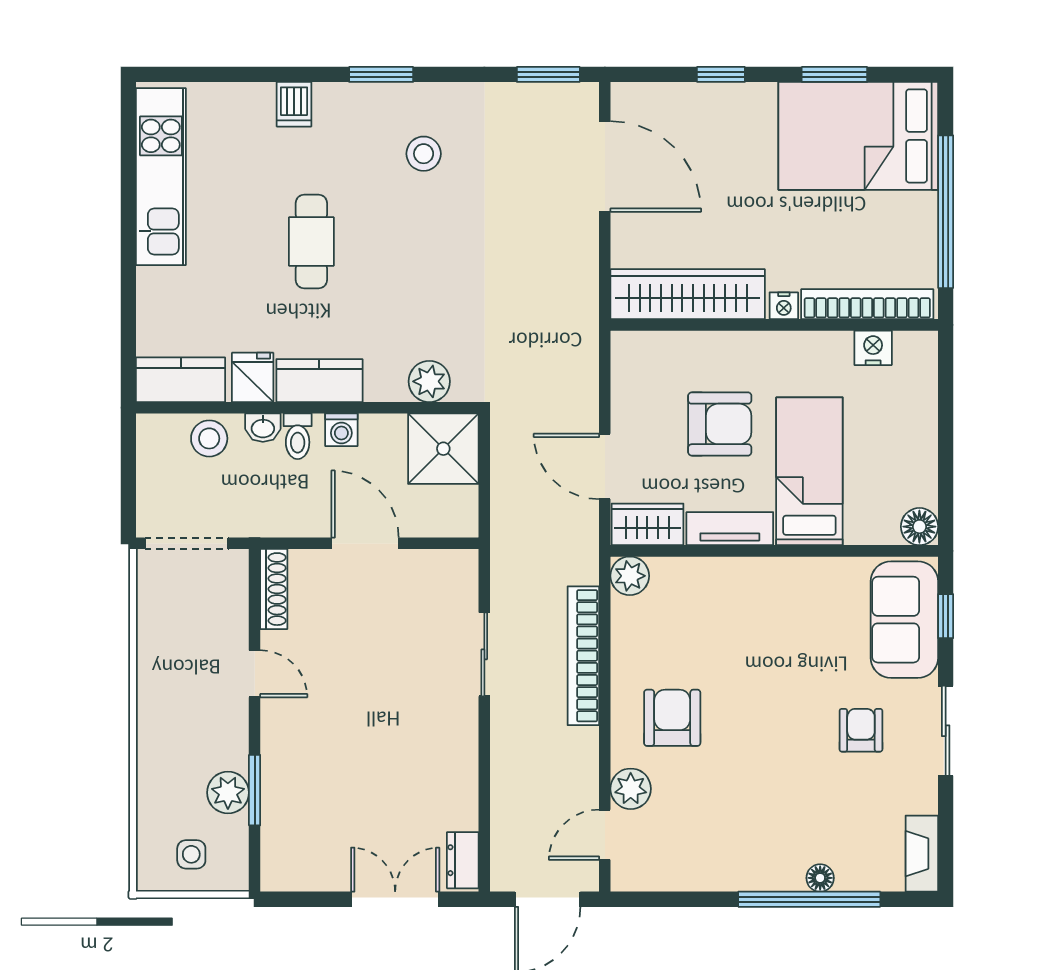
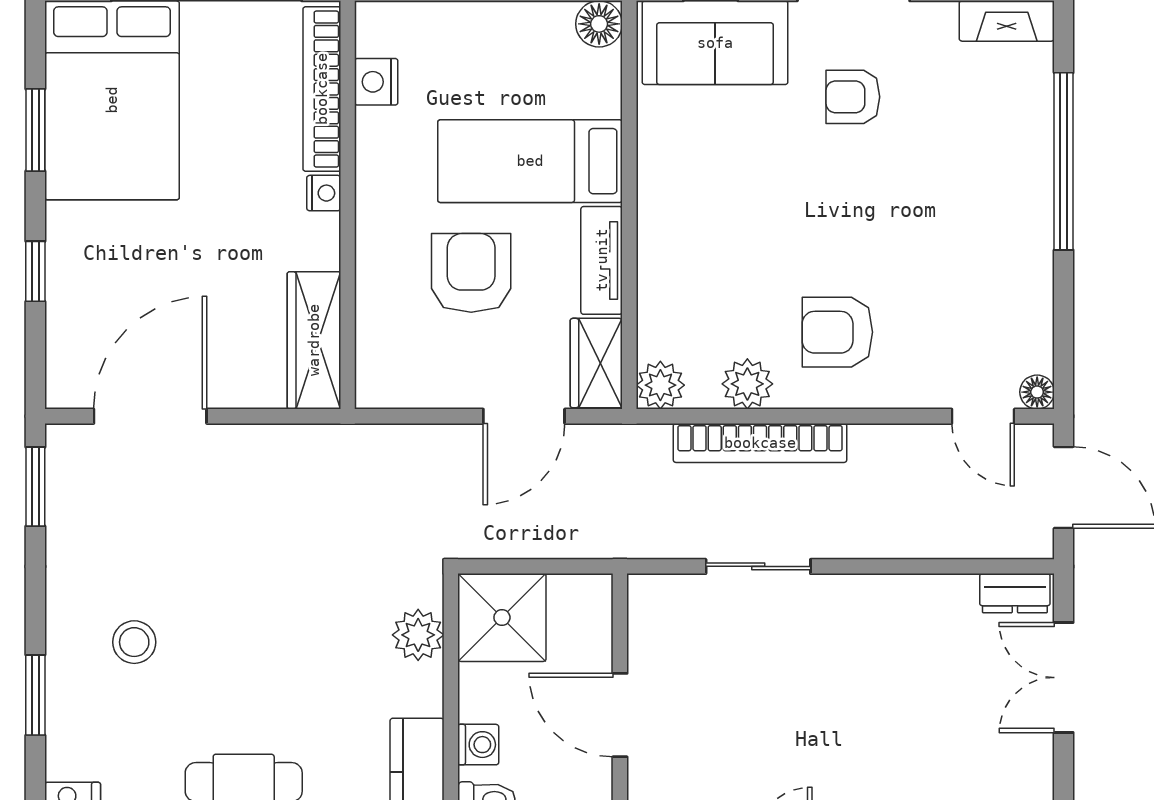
wardrobe: (688, 294) -> (314, 340), width x0.71, depth x0.85
door: (365, 543) -> (620, 715), hinge flipped
plant: (631, 789) -> (747, 384), moved
floor lamp: (820, 878) -> (1037, 392), moved

